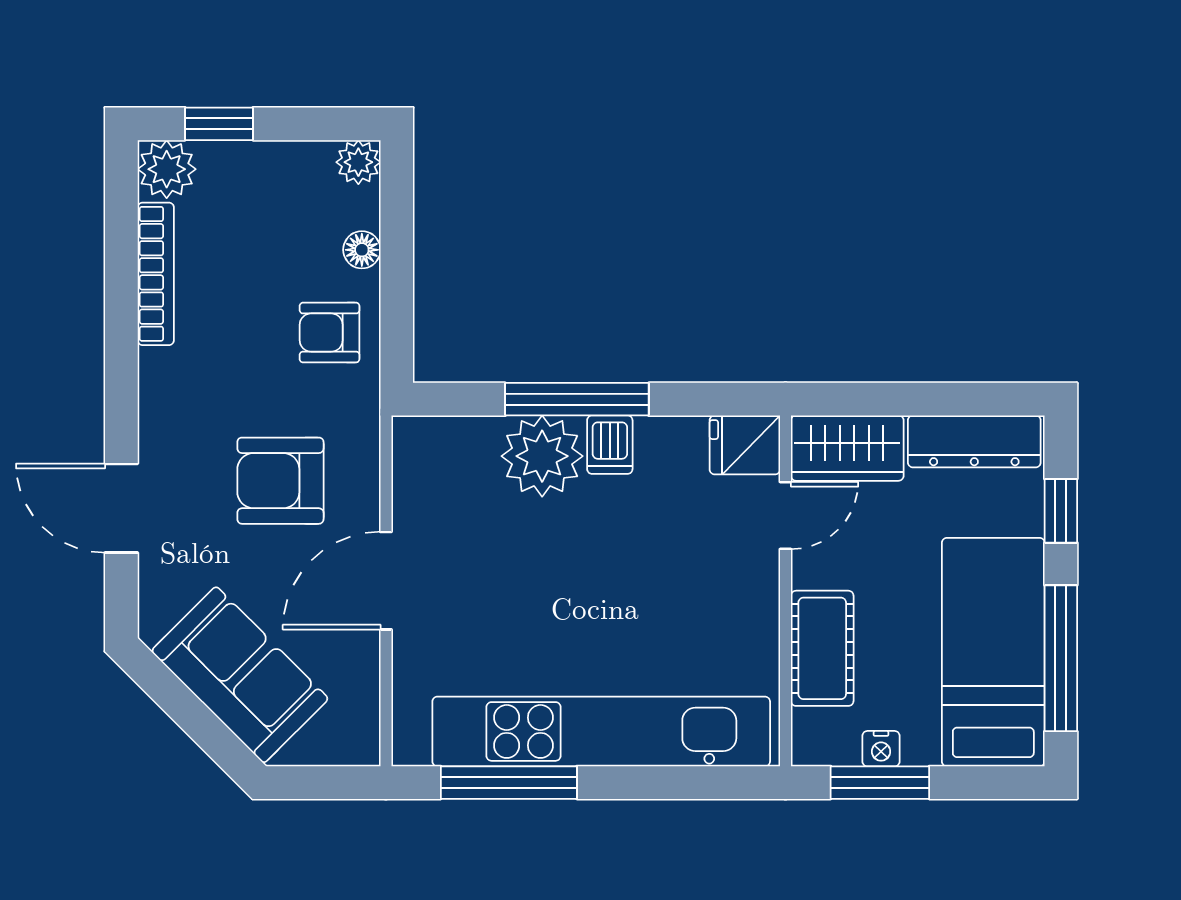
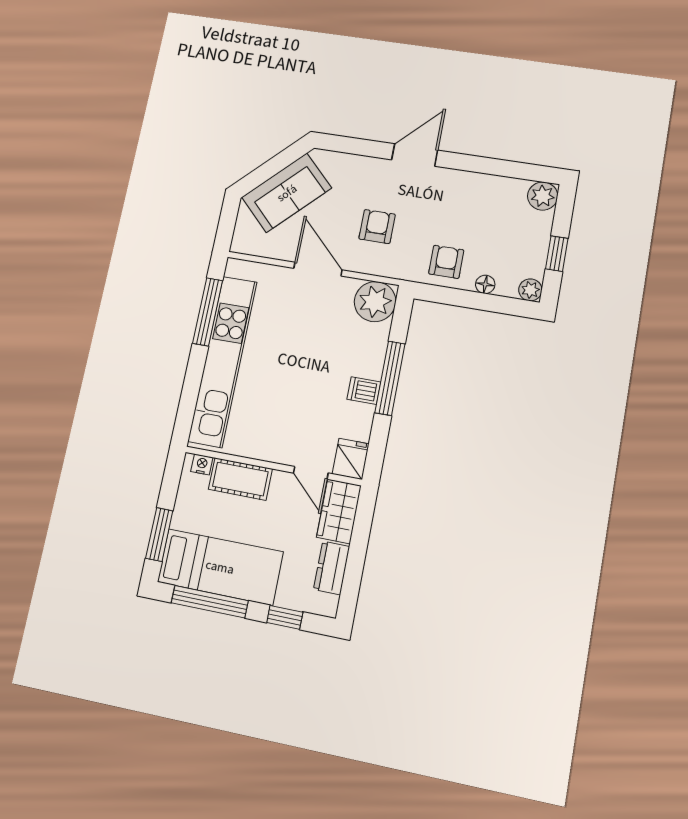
window: (219, 124) -> (557, 254), moved
bookcase: (156, 274) -> (491, 183), removed
dresser: (974, 441) -> (332, 568), width x0.70
plant: (542, 456) -> (375, 302), moved
armchair: (280, 481) -> (377, 227), width x0.72, depth x0.72
door: (121, 508) -> (415, 155), moved
nightstand: (881, 749) -> (202, 464), moved, turned 90
window: (880, 783) -> (159, 534), moved

